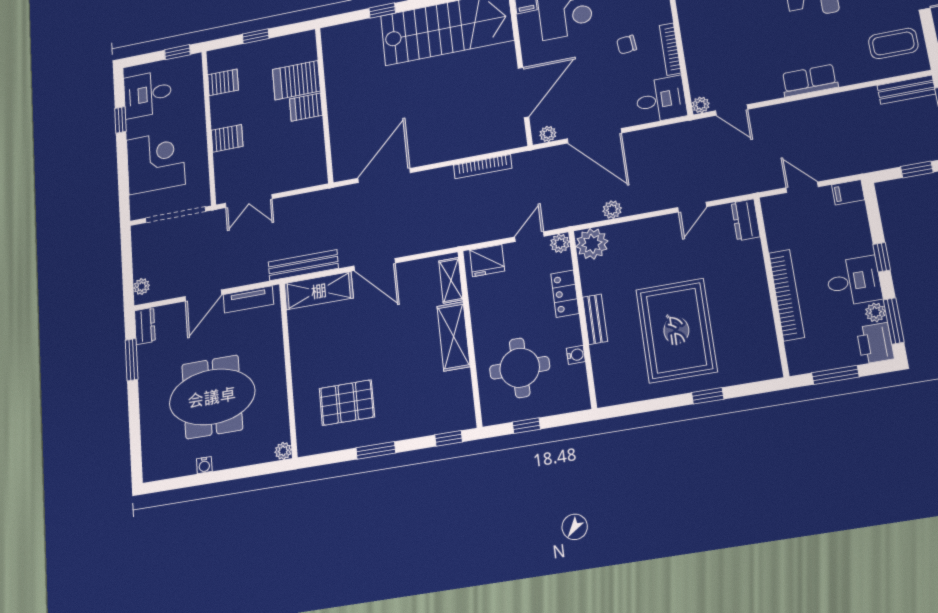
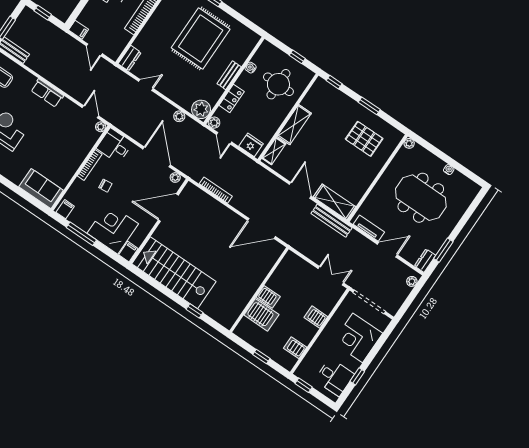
door: (529, 237) -> (224, 138), hinge flipped

